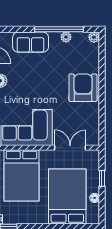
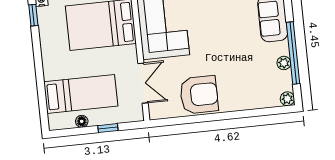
armchair: (83, 88) -> (199, 95), moved
bed: (67, 196) -> (81, 94), width x0.67

